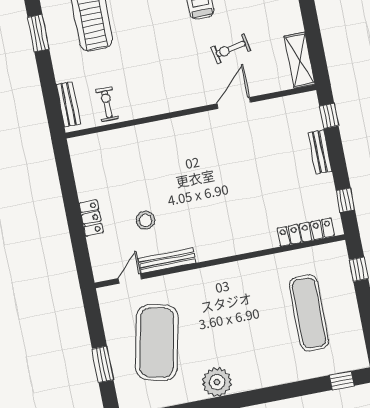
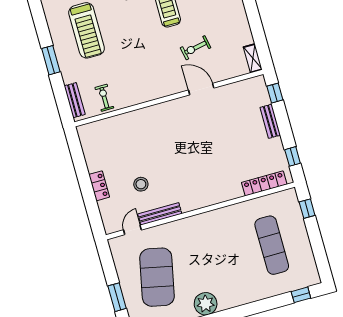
window: (38, 33) -> (51, 60), moved
shelving: (300, 60) -> (253, 58), width x0.67, depth x0.75
door: (234, 103) -> (201, 89), hinge flipped

